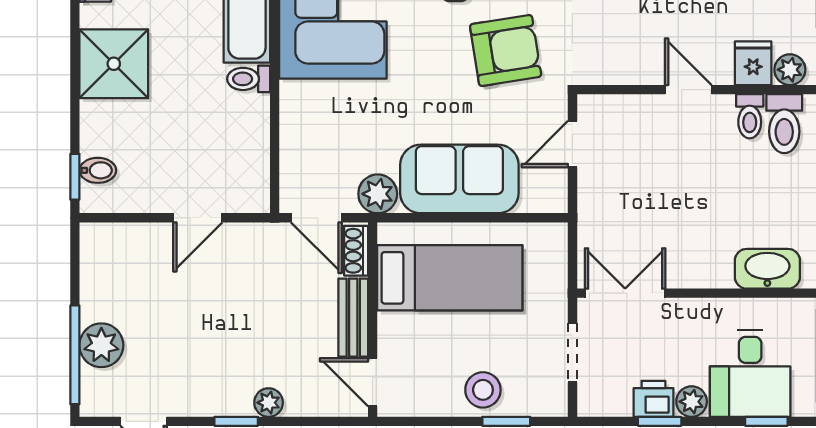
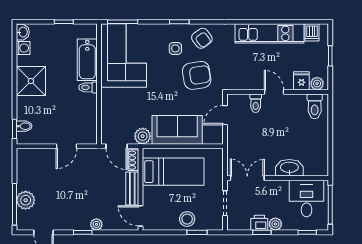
toilet: (750, 116) -> (256, 103), moved
washbasin: (767, 269) -> (289, 168), moved
desk: (750, 373) -> (307, 198), moved, turned 180

